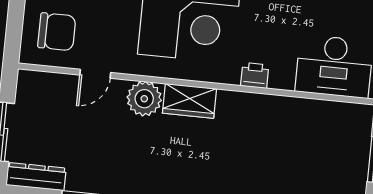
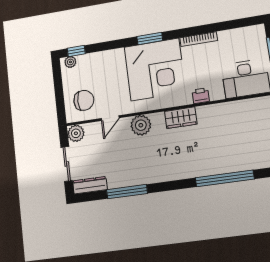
plant: (31, 84) -> (76, 133), added
wardrobe: (189, 101) -> (181, 118), moved

